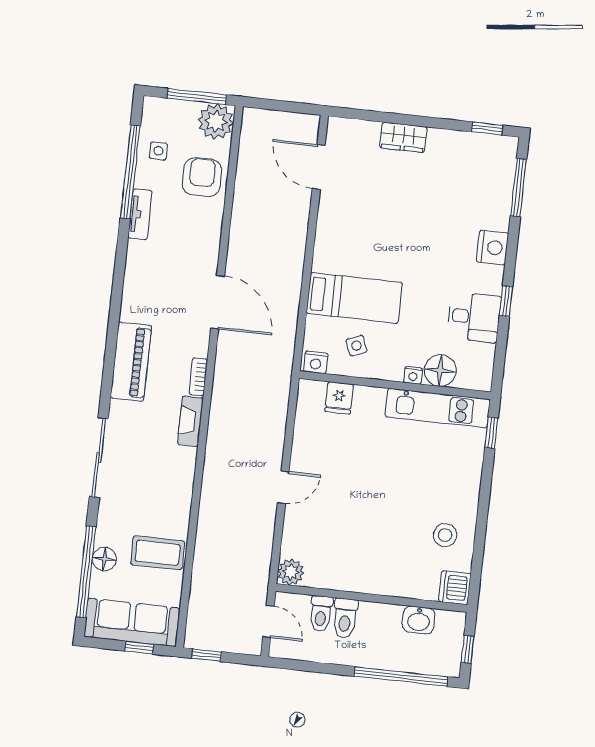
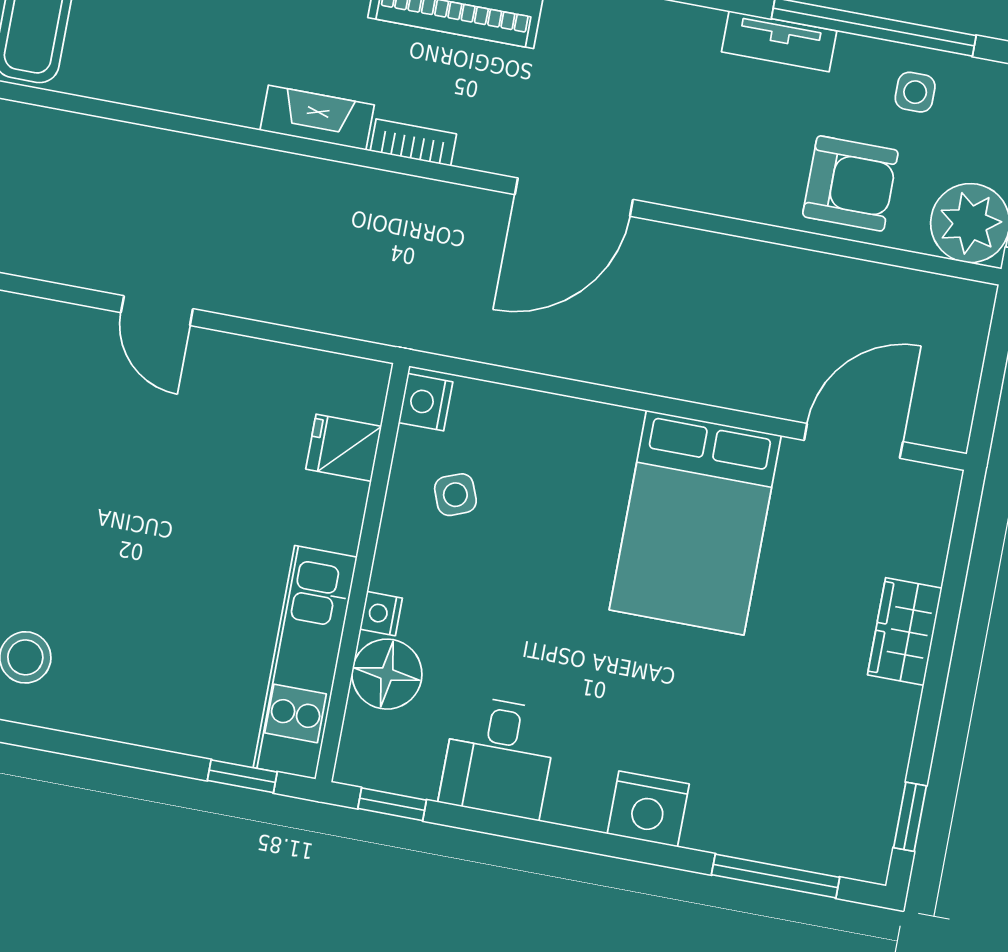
bed: (354, 298) -> (695, 523), moved, width x1.50
window: (506, 301) -> (392, 804), moved

